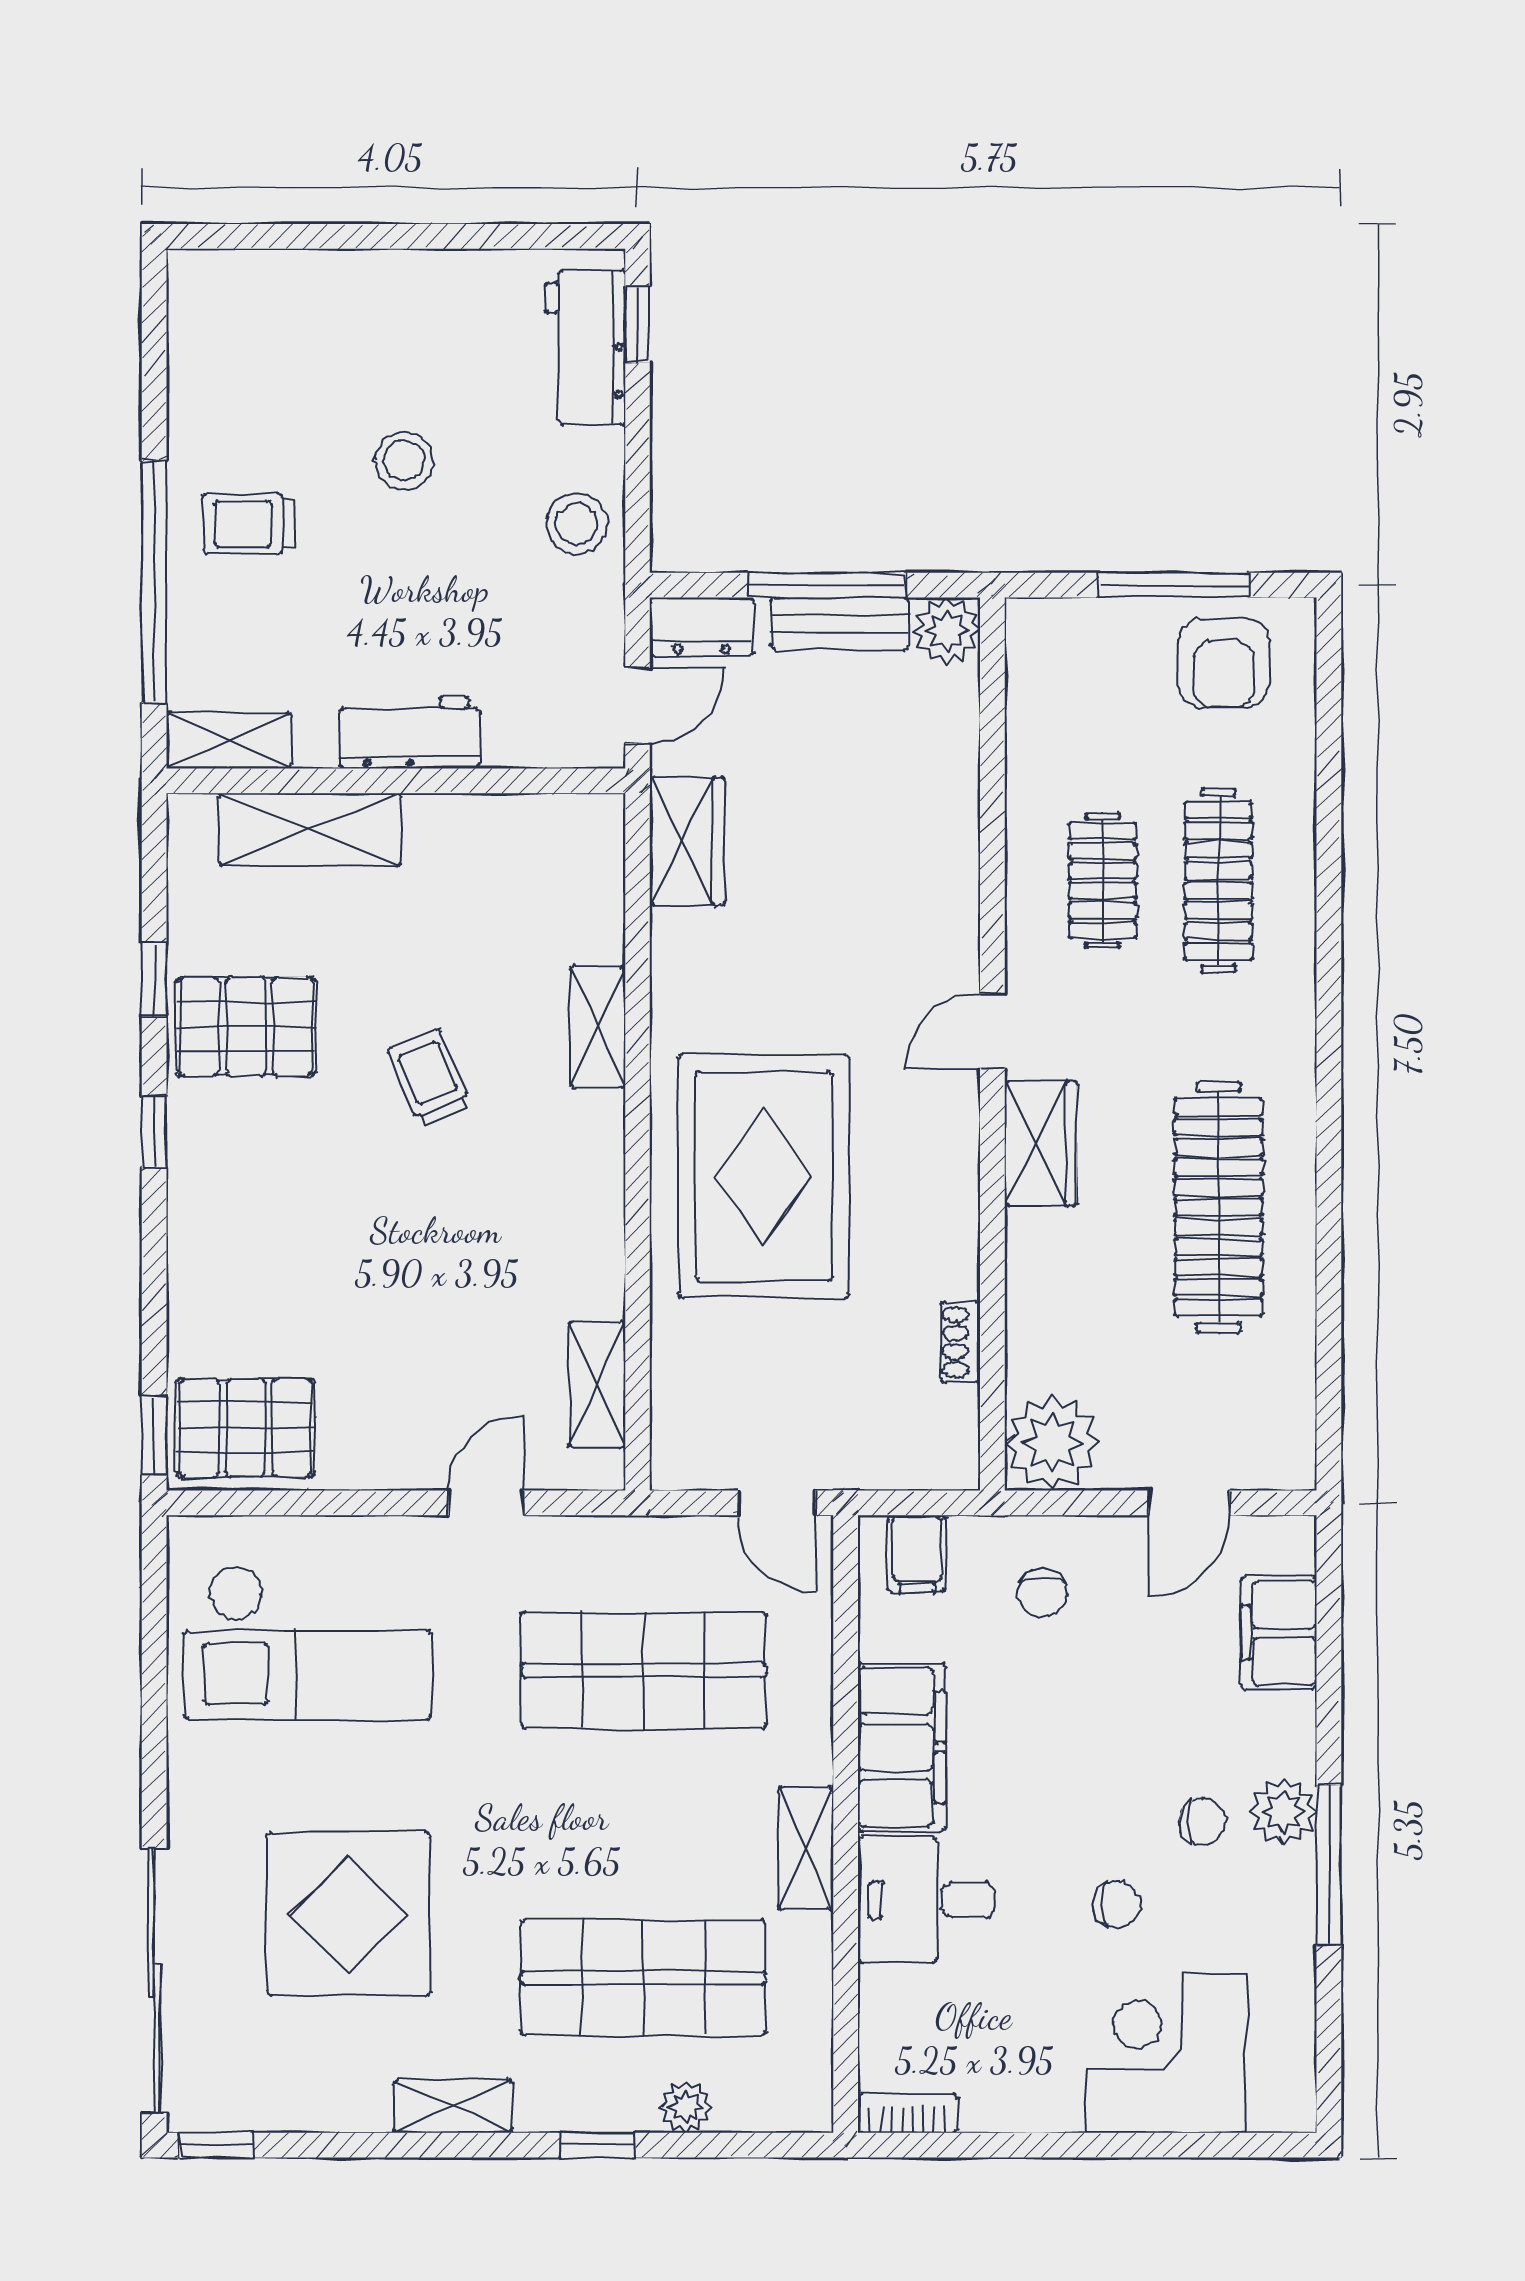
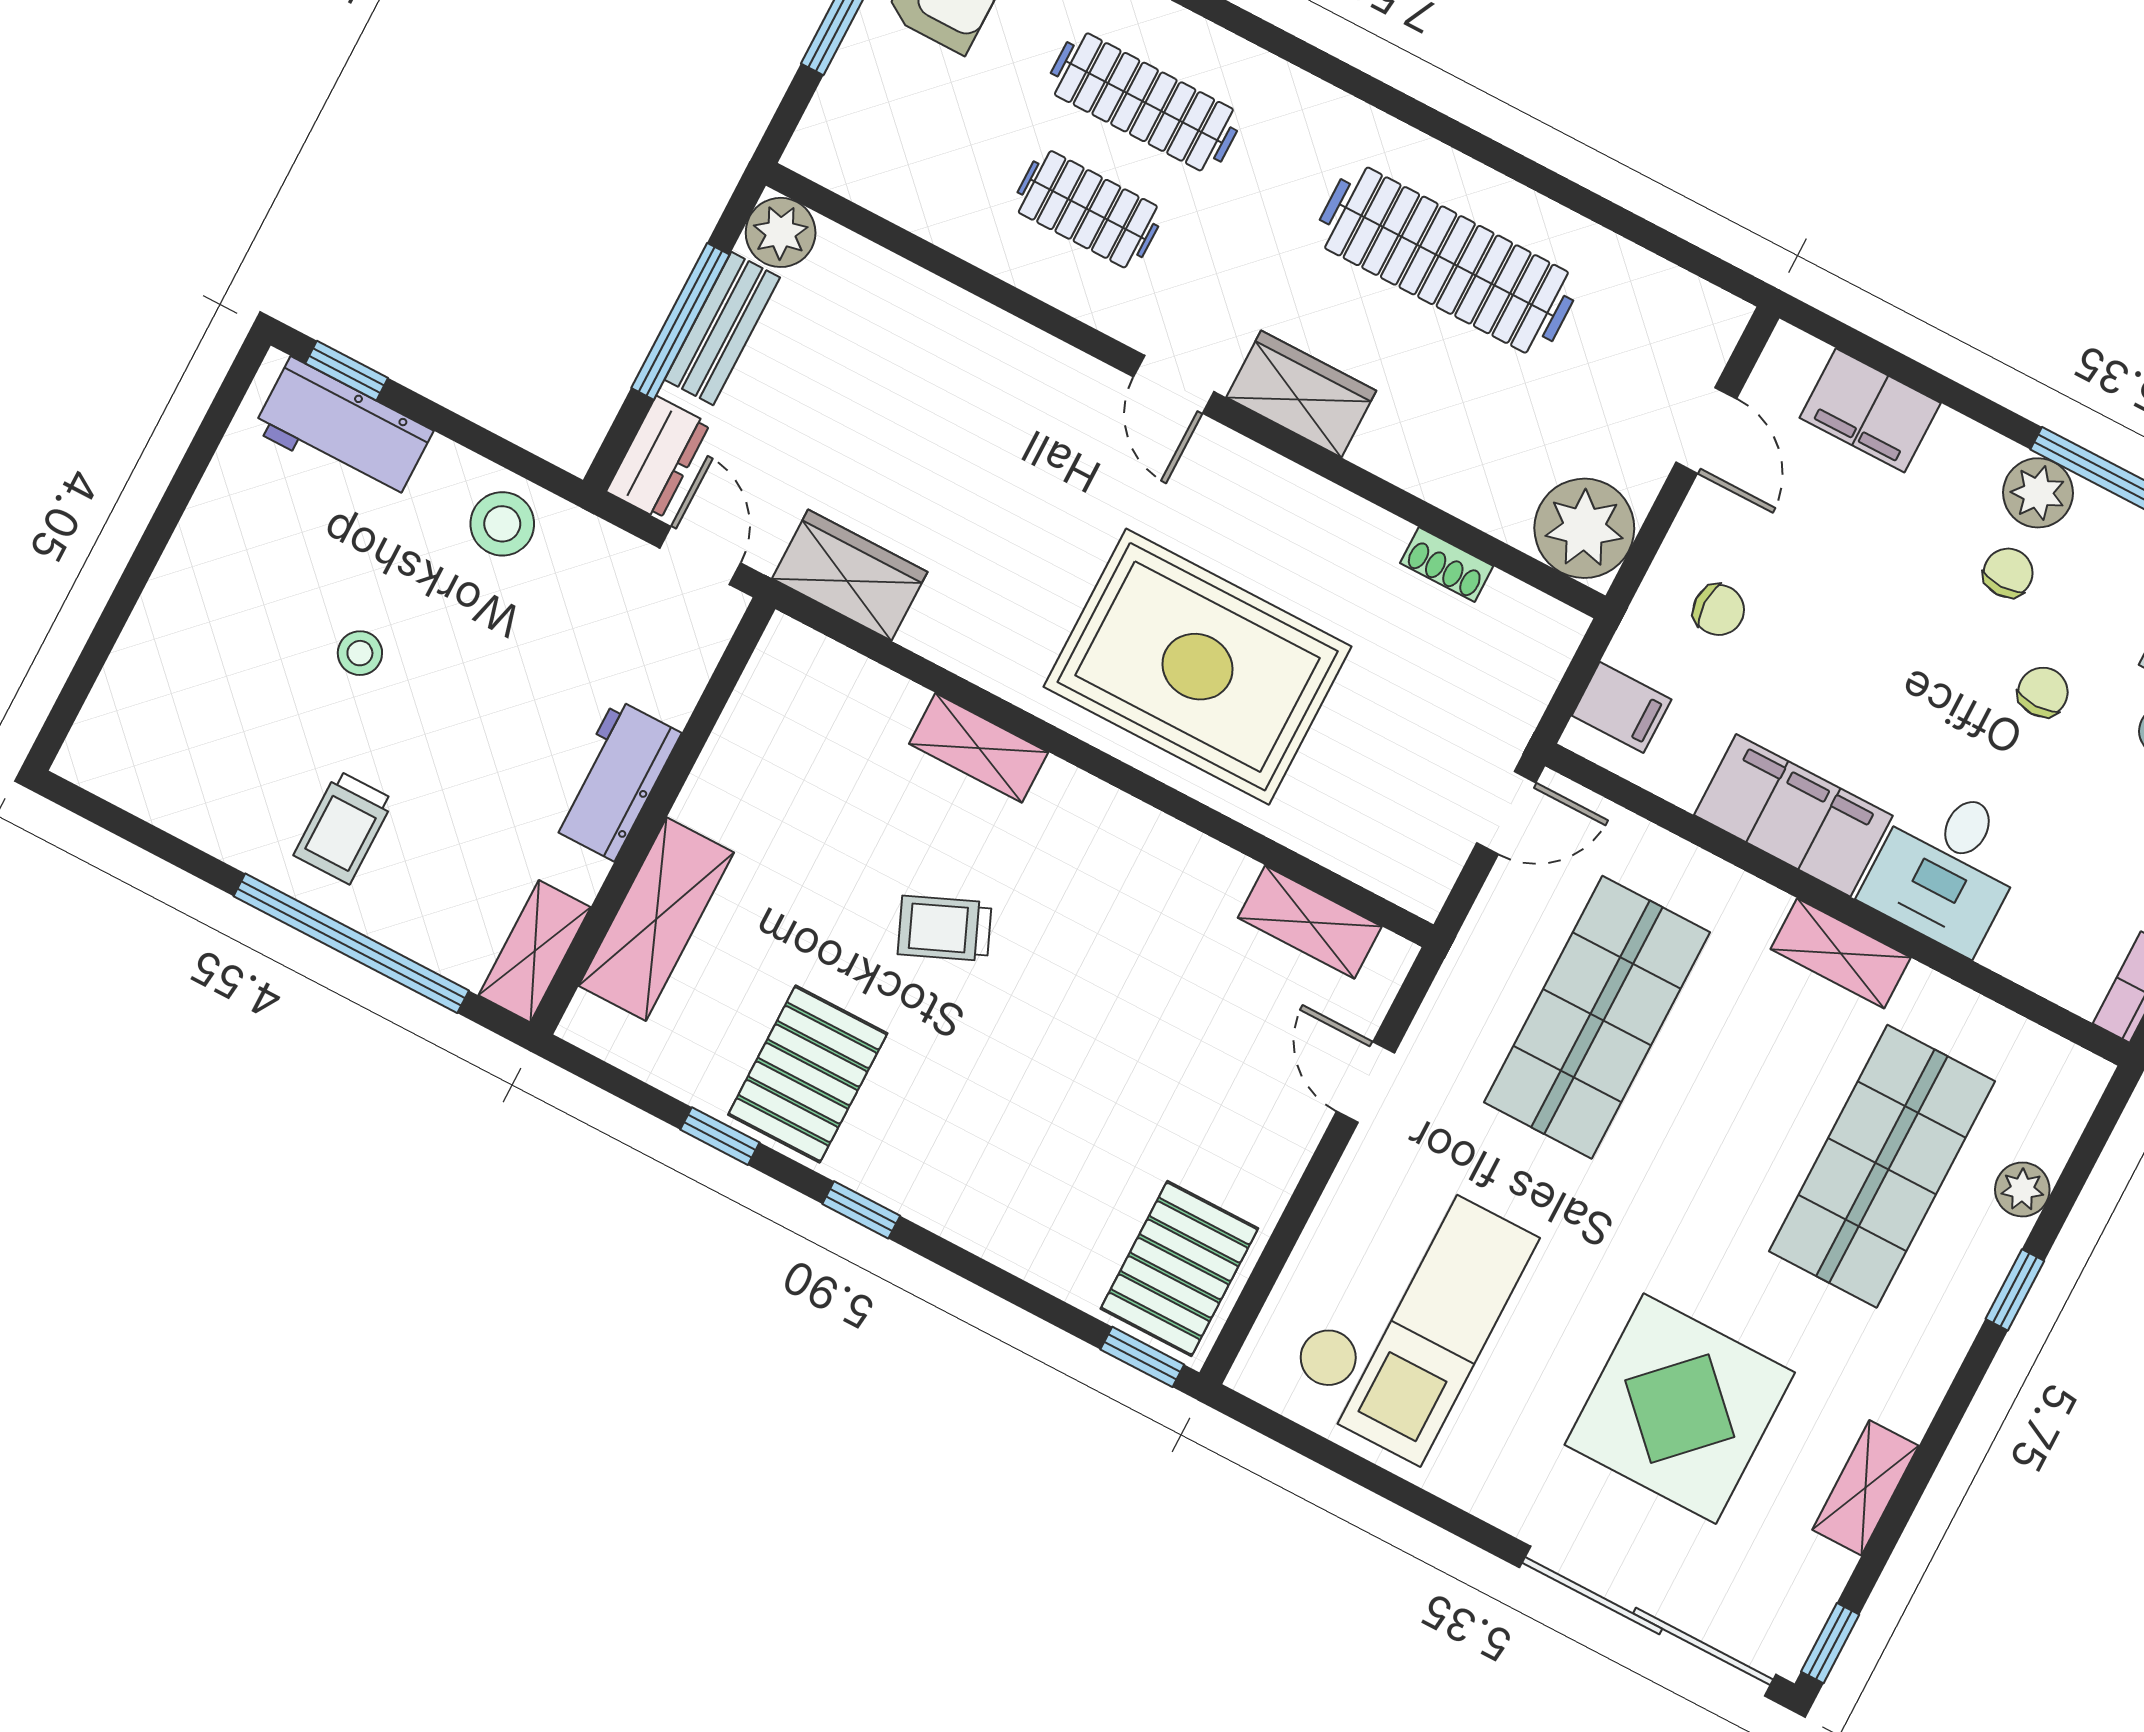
stool: (404, 460) -> (360, 653), width x0.73, depth x0.73
shelving: (453, 2106) -> (1865, 1488), moved

